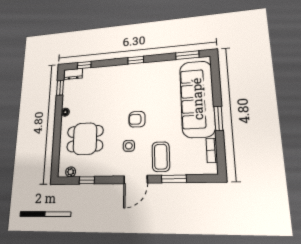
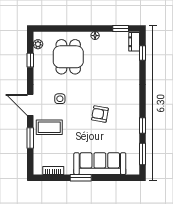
window: (136, 60) -> (142, 126), moved
sofa: (197, 99) -> (100, 164), width x0.74, depth x0.79
armchair: (137, 119) -> (100, 114), moved, turned -80

